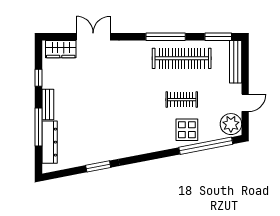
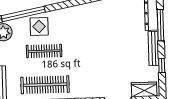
clothes rail: (182, 100) -> (44, 51), width x1.36
bench: (48, 104) -> (153, 48), width x1.36

